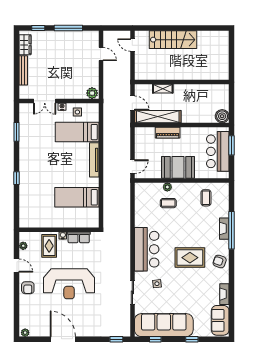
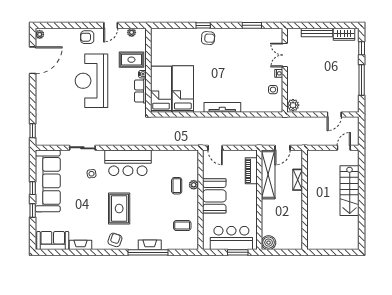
bed: (77, 132) -> (161, 89), moved
piano: (168, 133) -> (251, 171), moved
armchair: (29, 173) -> (208, 38), added
door: (63, 339) -> (33, 60), moved
window: (155, 339) -> (33, 188), moved

